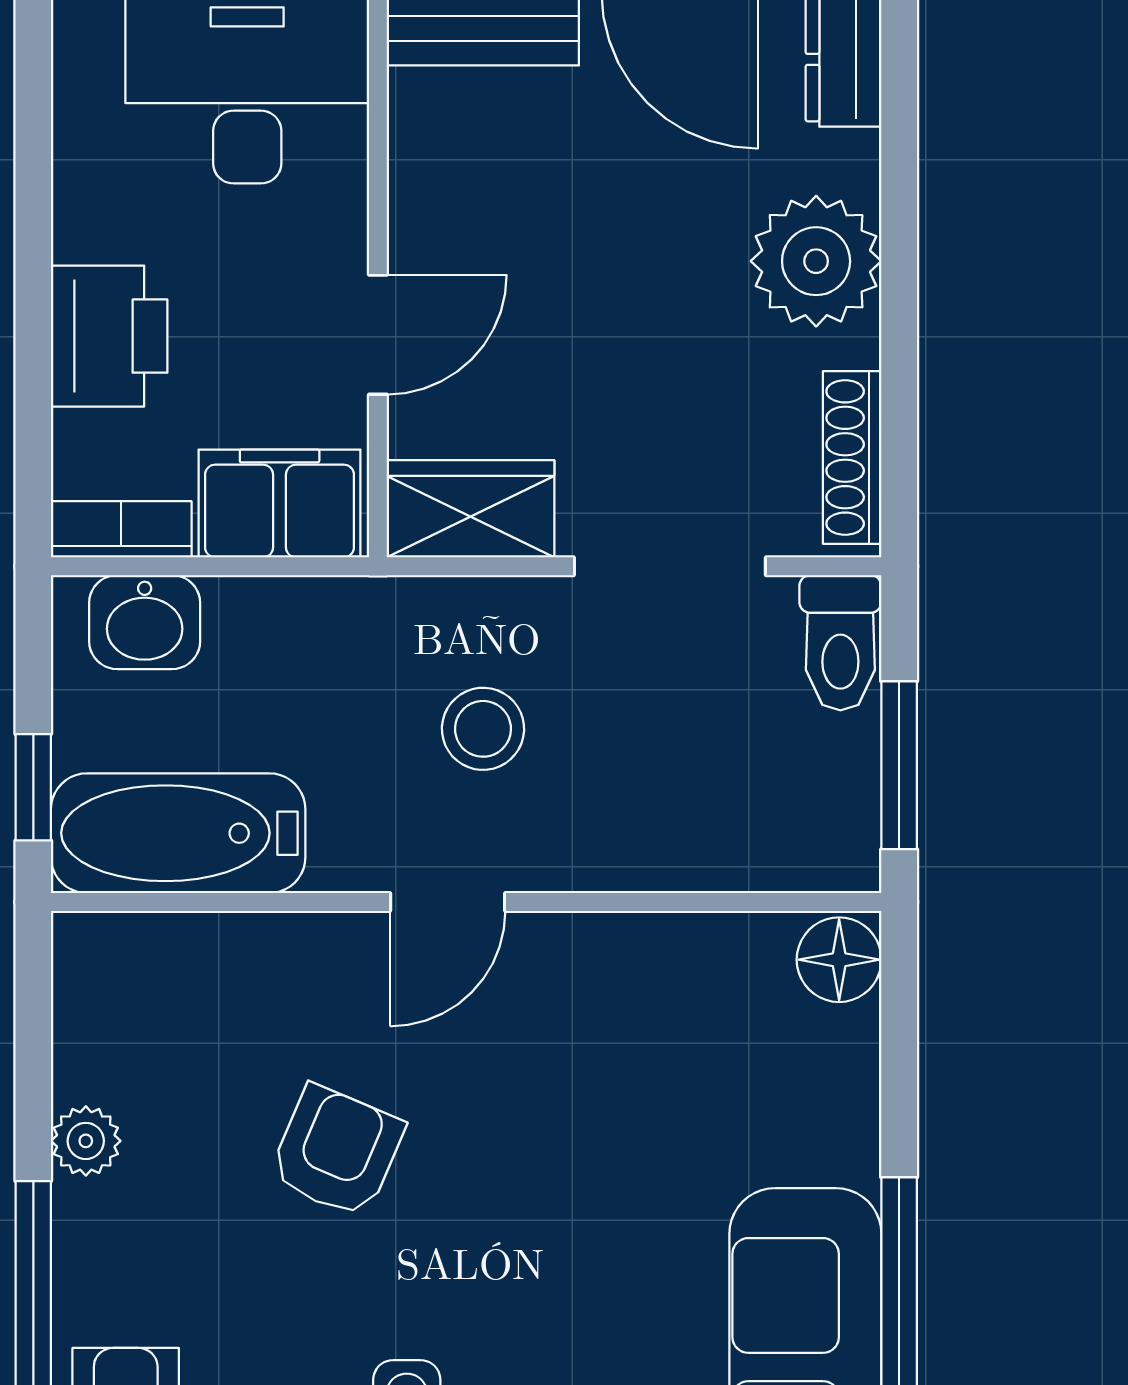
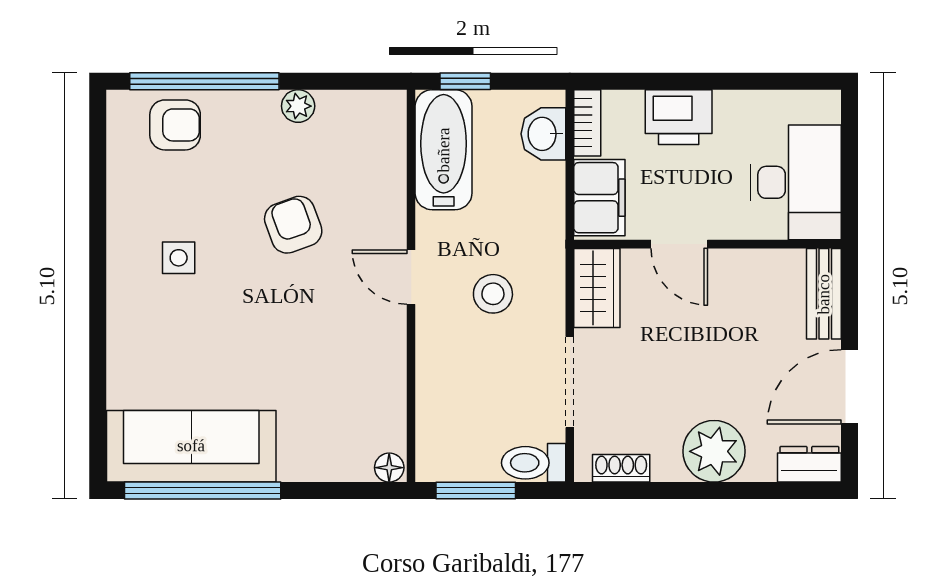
shoe rack: (852, 458) -> (621, 468), width x0.70
floor lamp: (839, 960) -> (389, 468), width x0.73, depth x0.73
armchair: (337, 1151) -> (293, 225), turned -133

